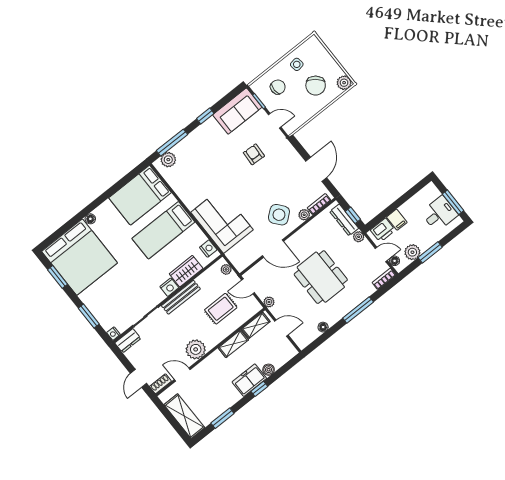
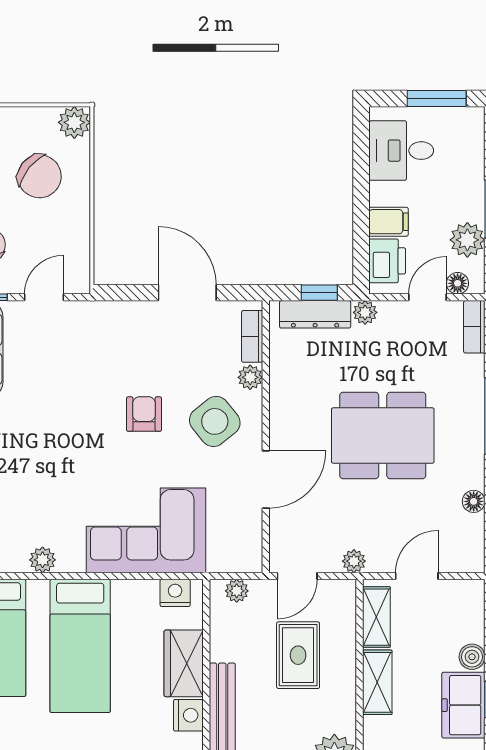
armchair: (254, 154) -> (144, 414), moved, turned 87
plant: (183, 193) -> (43, 560), added
desk: (439, 214) -> (401, 151), moved, turned -90

